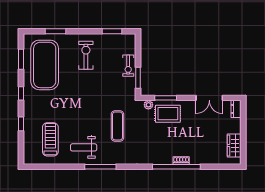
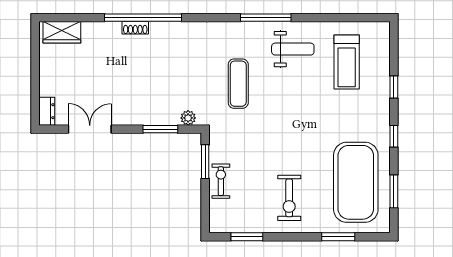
rug: (168, 114) -> (157, 103), removed
wardrobe: (234, 145) -> (62, 32), moved, turned 90

